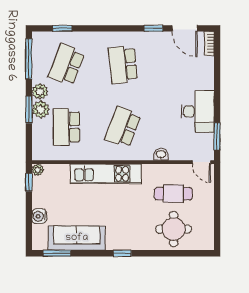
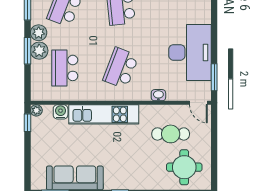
desk: (198, 111) -> (190, 52), width x1.36, depth x1.30
water cooler: (39, 216) -> (61, 112), moved, turned 90
round table: (174, 229) -> (184, 167), moved

